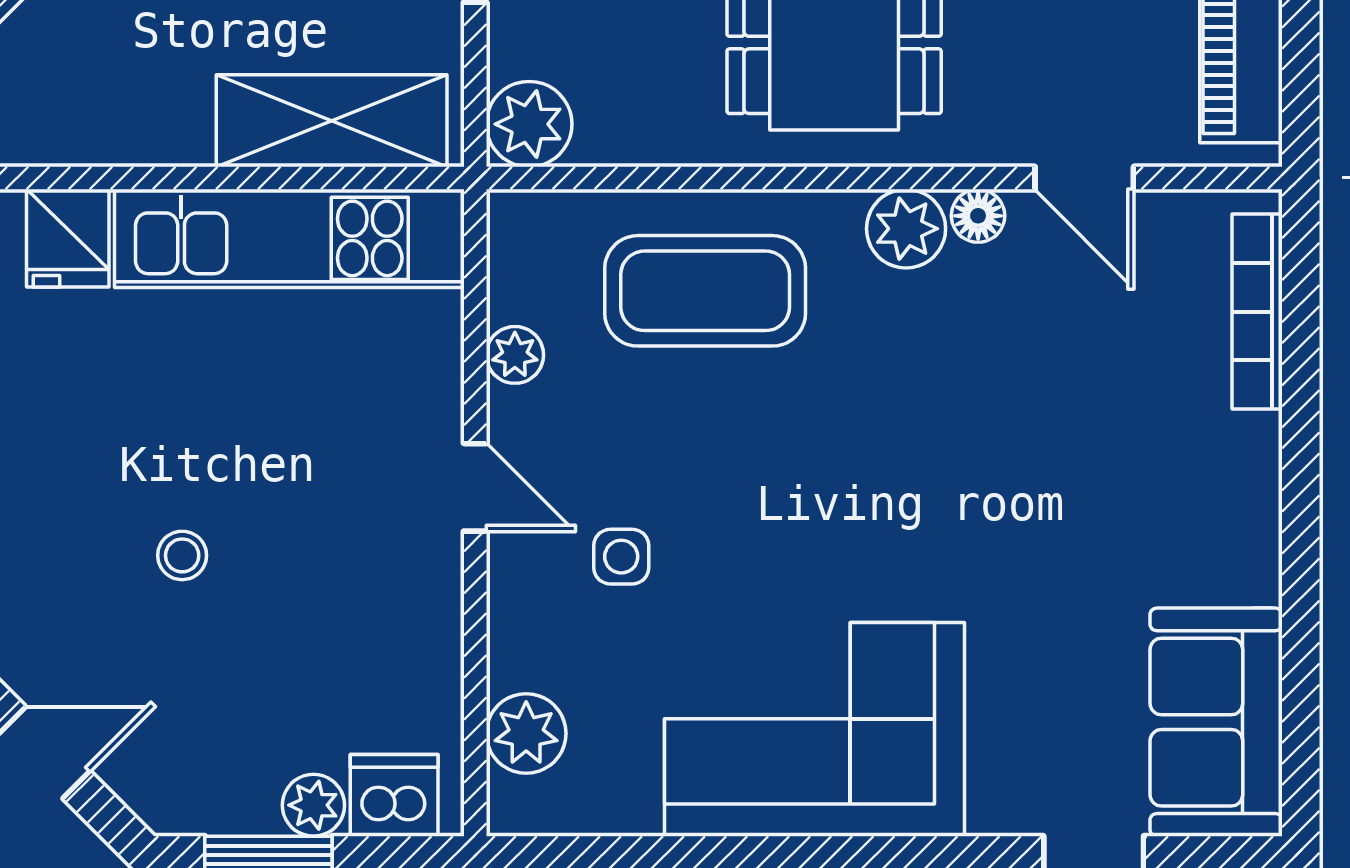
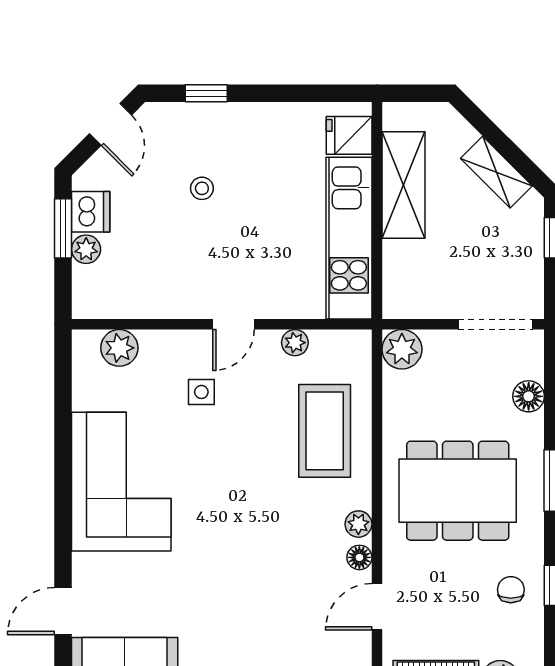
shelving: (332, 121) -> (403, 185), moved
plant: (906, 229) -> (358, 524), width x0.73, depth x0.73
dishwasher: (394, 795) -> (91, 212), moved

